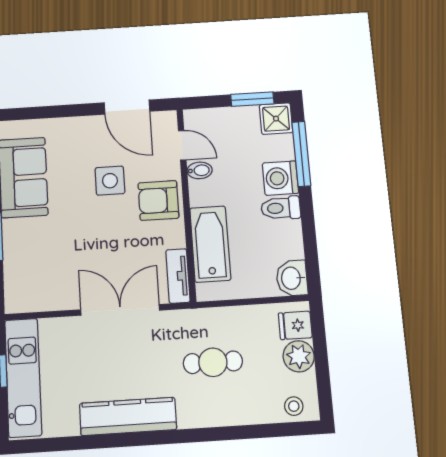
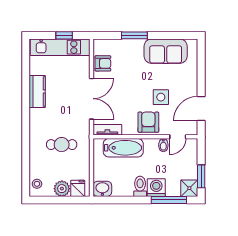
armchair: (51, 293) -> (103, 63), added
cafe table: (213, 362) -> (62, 145), turned 90
kitchen counter: (128, 416) -> (37, 92), width x0.67

